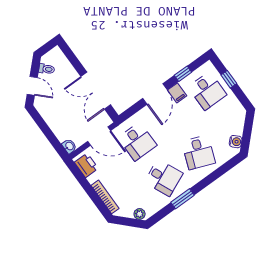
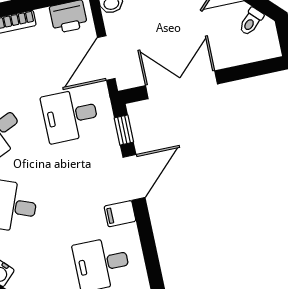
window: (183, 74) -> (124, 130), moved
door: (155, 94) -> (134, 177), swing flipped

